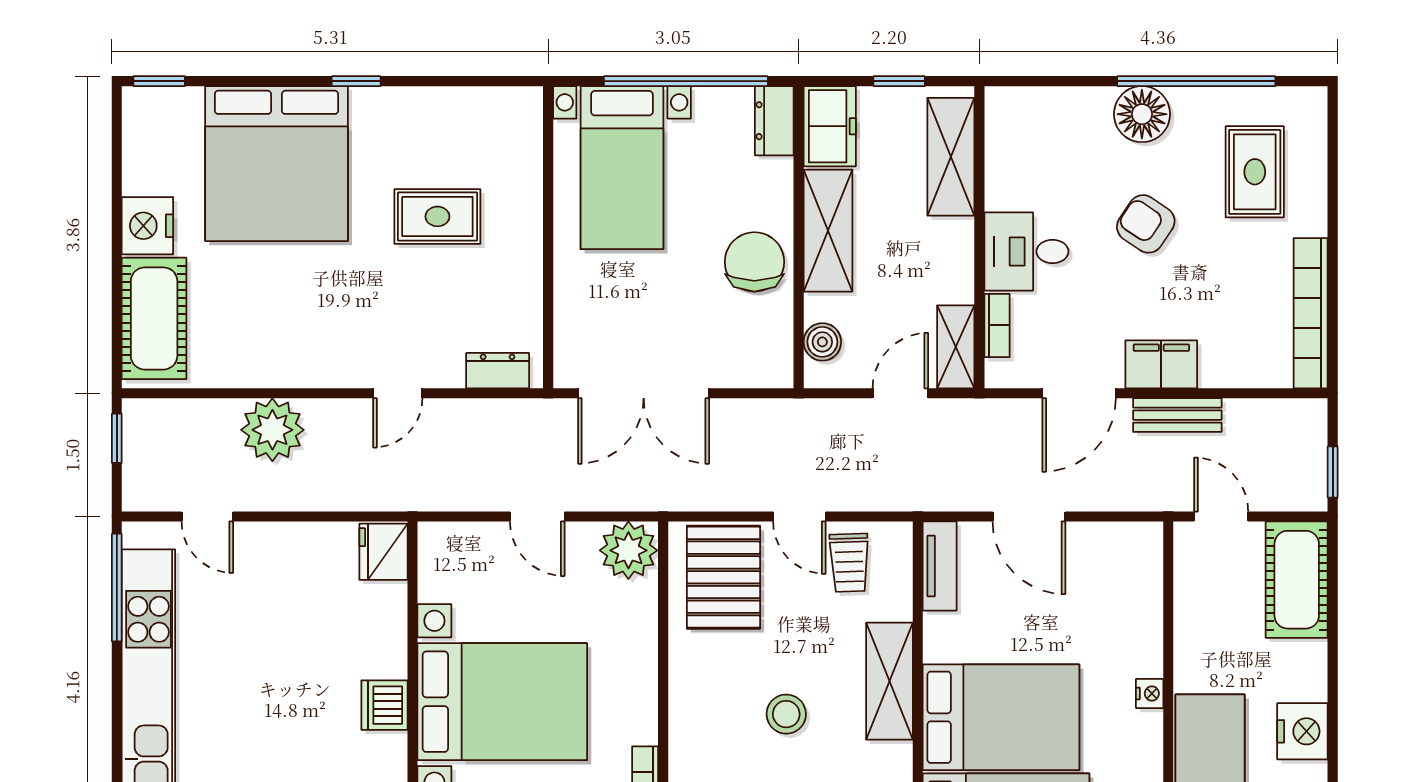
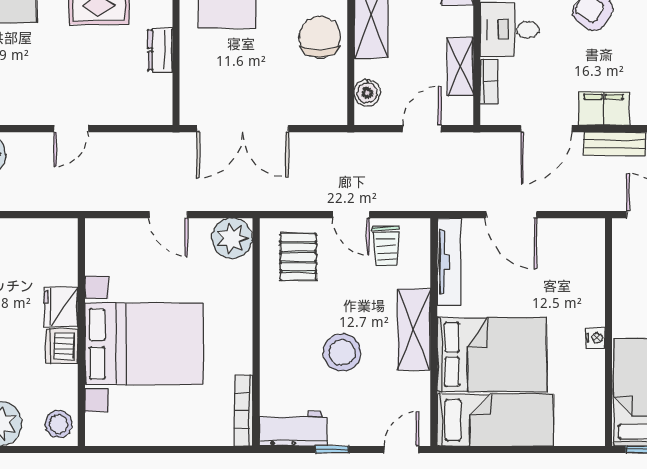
shelving: (956, 347) -> (460, 66), moved
dresser: (498, 371) -> (160, 50), moved, turned -90
fridge: (383, 552) -> (61, 307), moved
tv unit: (940, 566) -> (449, 262), width x1.41
pallet: (723, 577) -> (298, 257), width x0.67, depth x0.71
stool: (786, 714) -> (342, 352), width x1.38, depth x1.38

